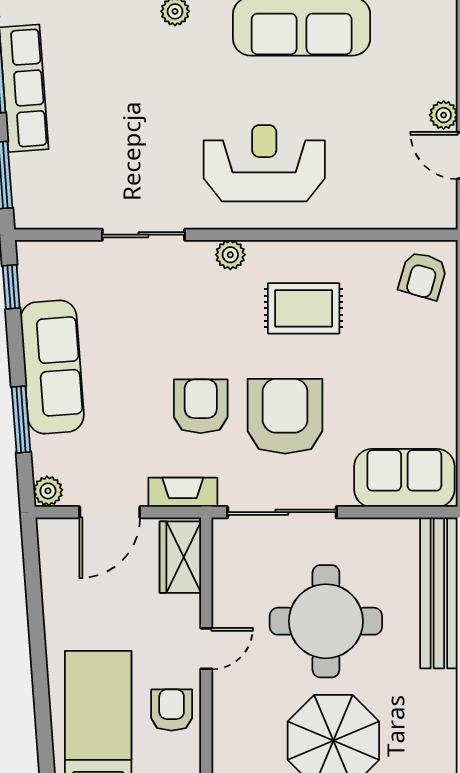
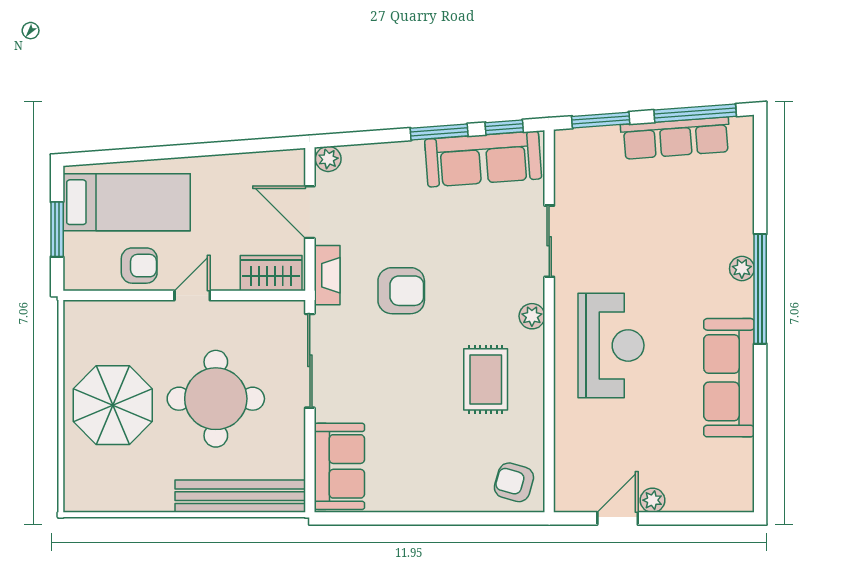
sofa: (52, 367) -> (483, 159), moved
armchair: (285, 416) -> (393, 363), removed
window: (21, 419) -> (439, 132), moved
door: (206, 649) -> (192, 295), swing flipped

